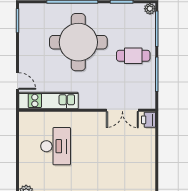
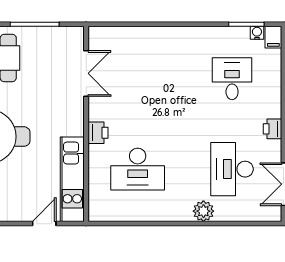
printer: (148, 120) -> (98, 133), moved, turned -90
desk: (56, 146) -> (138, 169), turned 180

